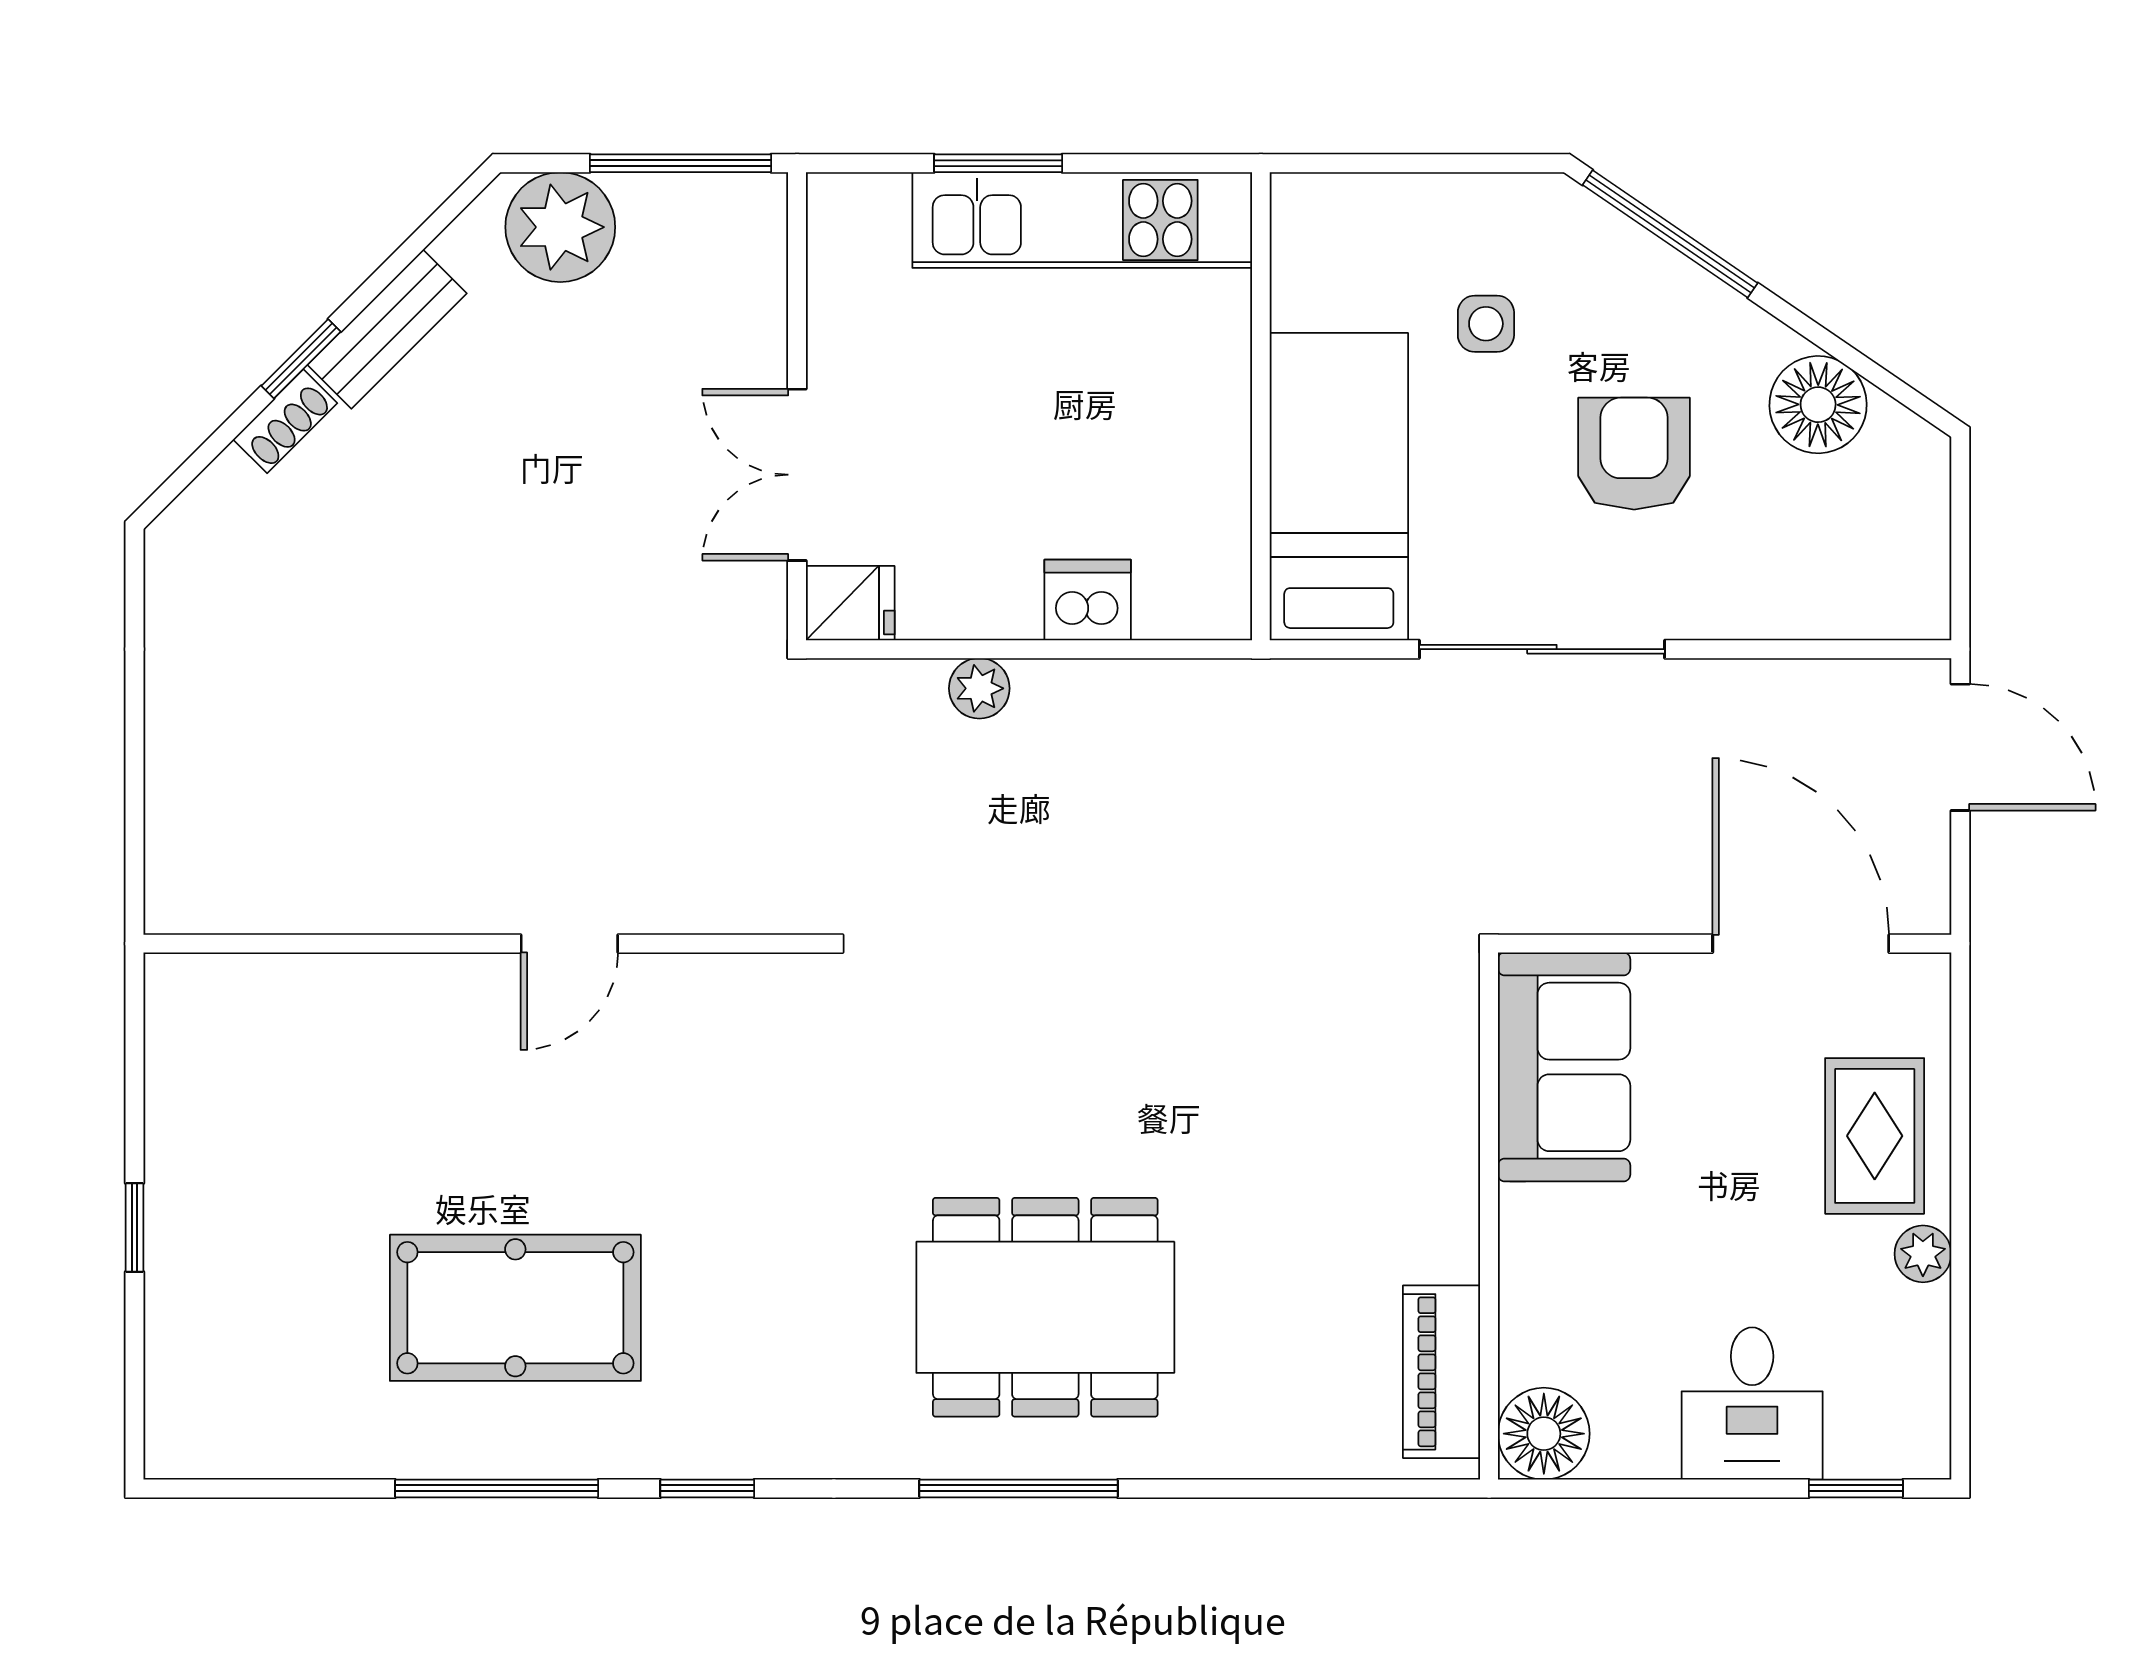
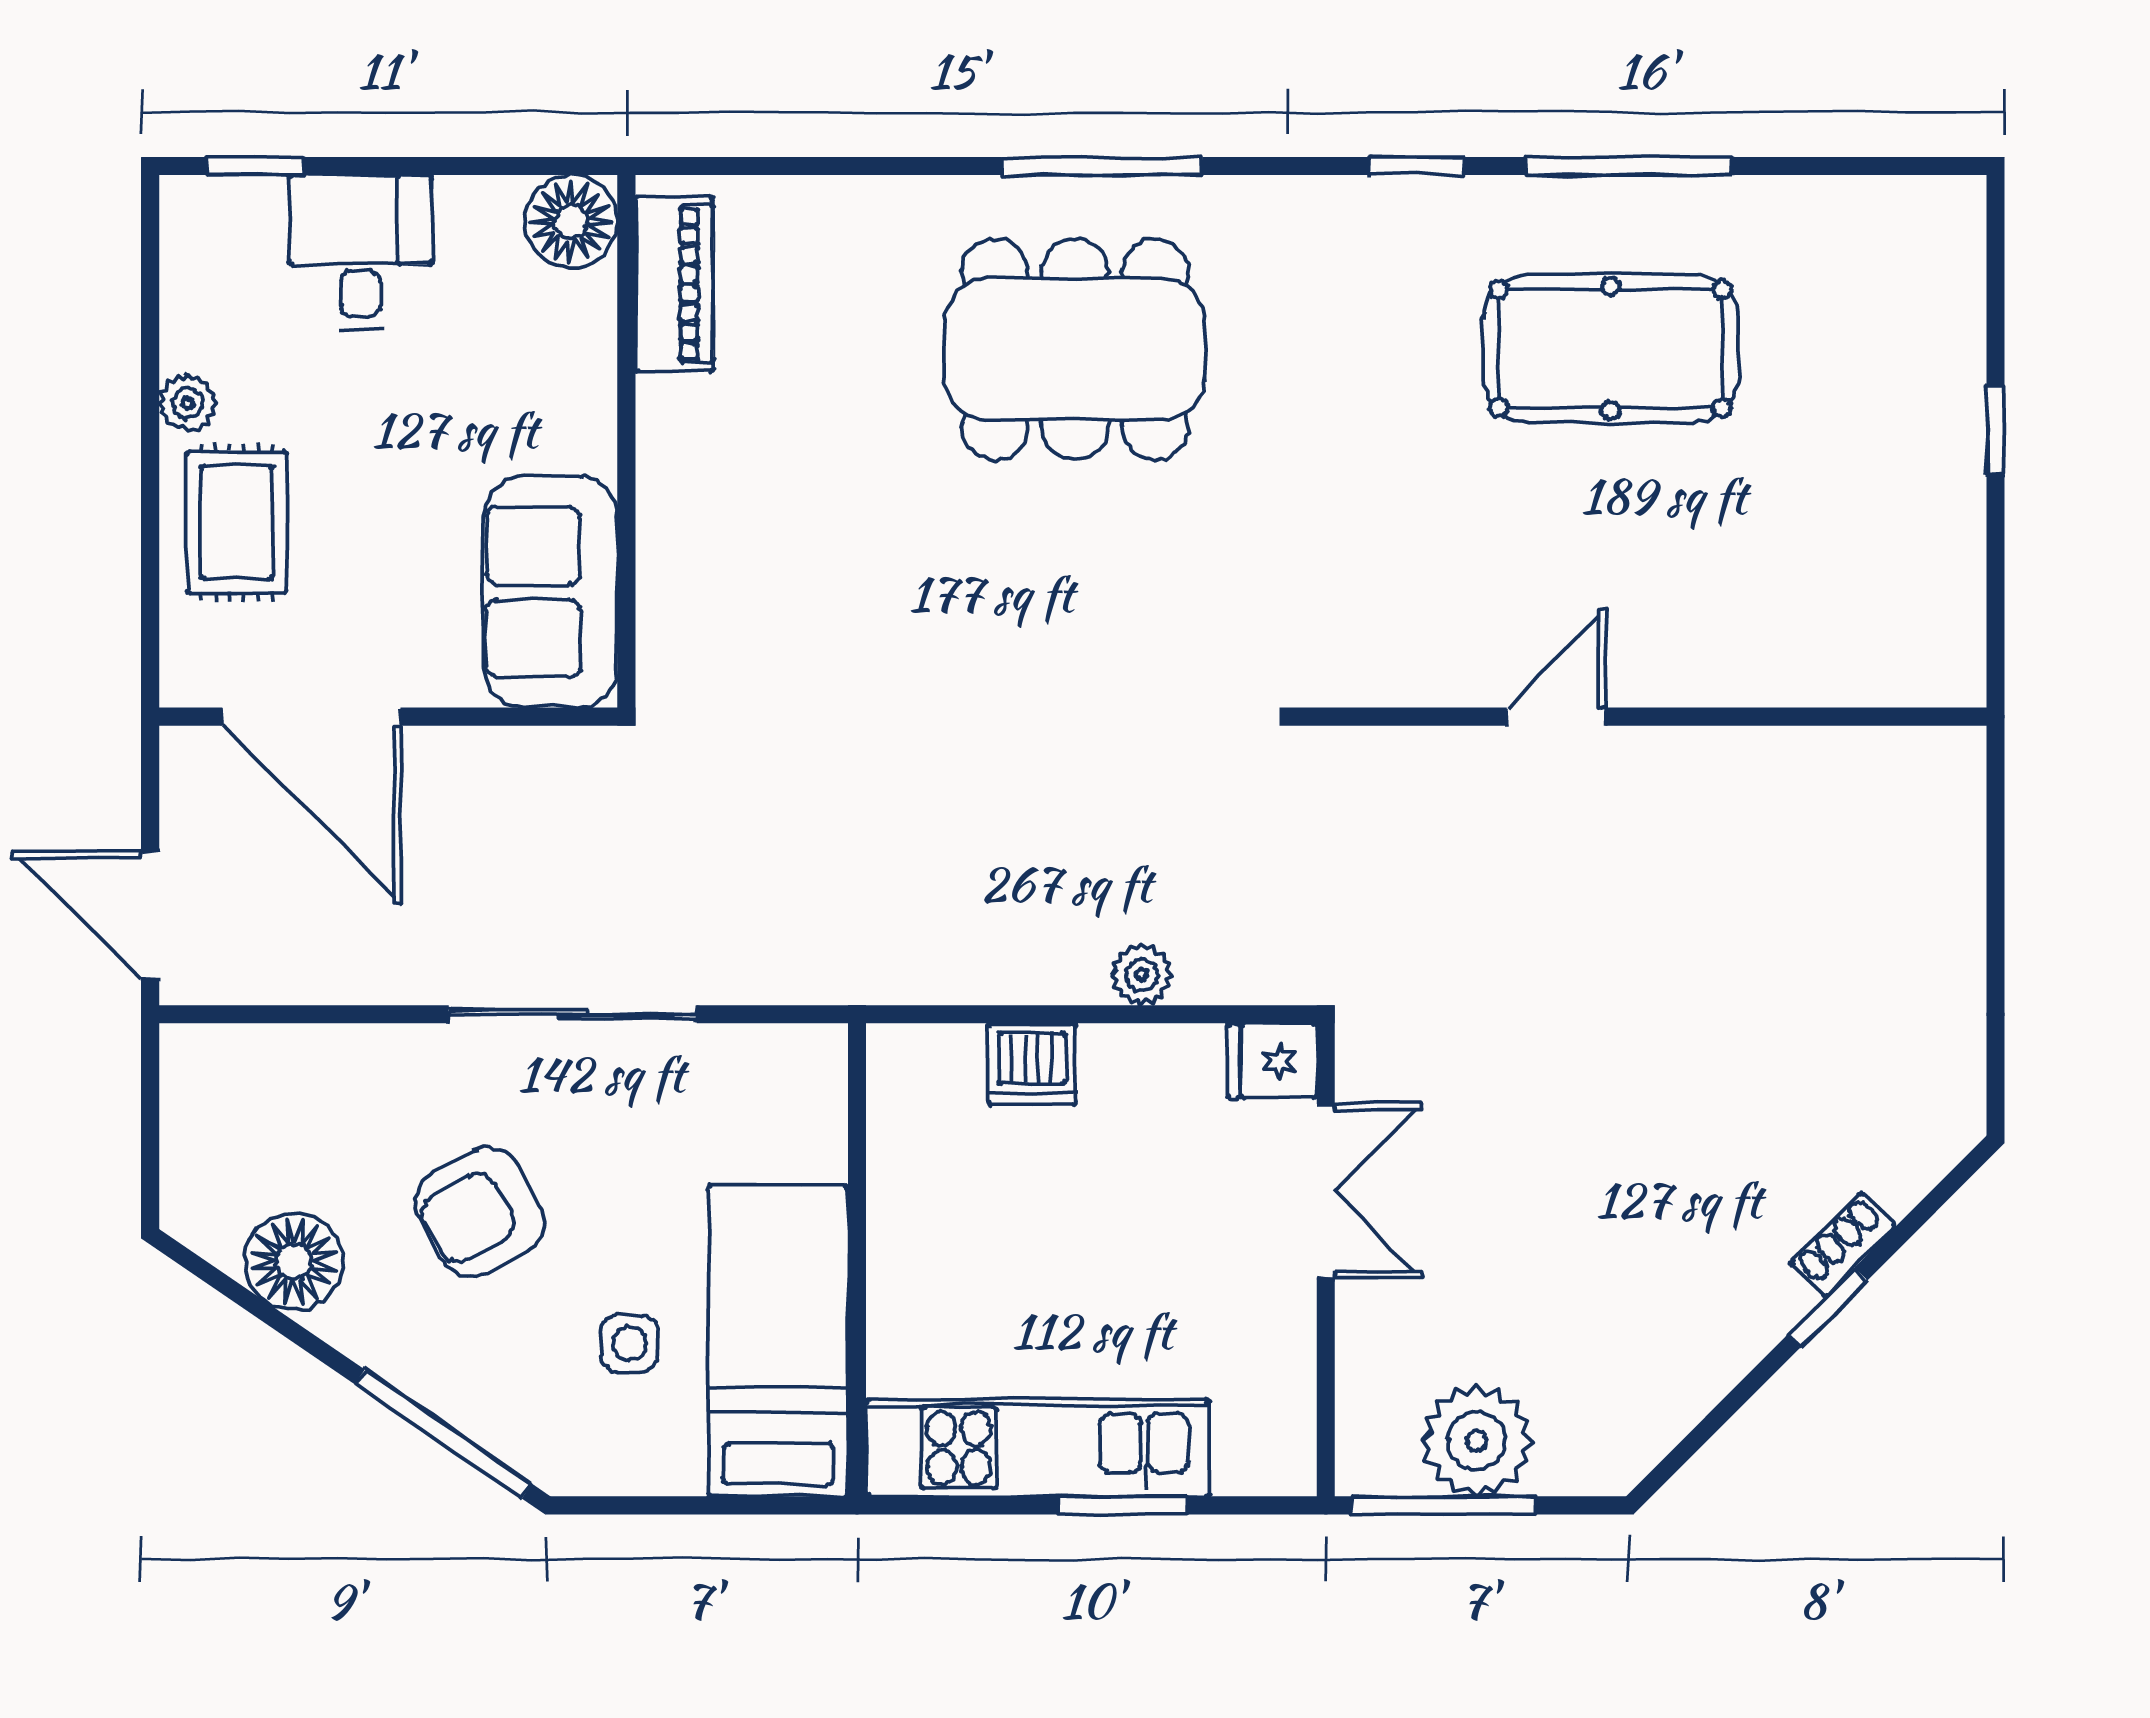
plant: (560, 227) -> (1476, 1441), moved
bench: (387, 329) -> (1740, 1338), removed
armchair: (1634, 454) -> (480, 1212), turned 62
bed: (1339, 487) -> (778, 1341), moved, turned 180

